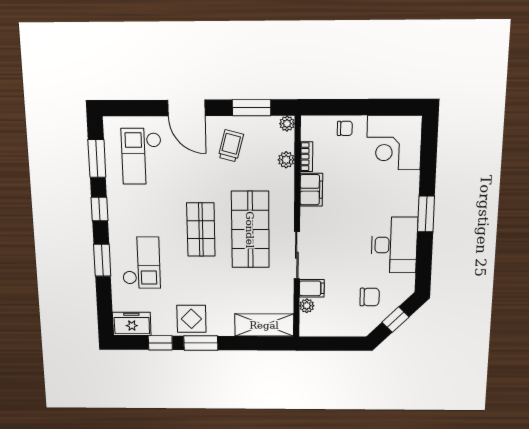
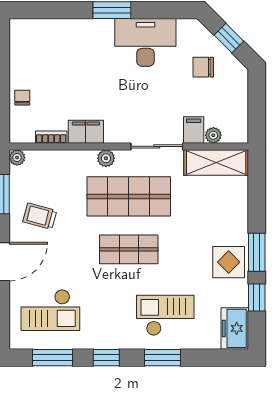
corner desk: (394, 143) -> (37, 47), removed
plant: (286, 160) -> (106, 158), moved
chair: (370, 297) -> (203, 67), turned -90
shelving: (264, 325) -> (216, 162), moved, turned 90

